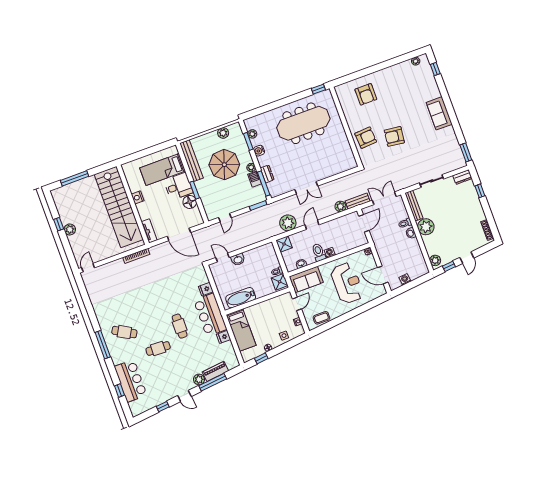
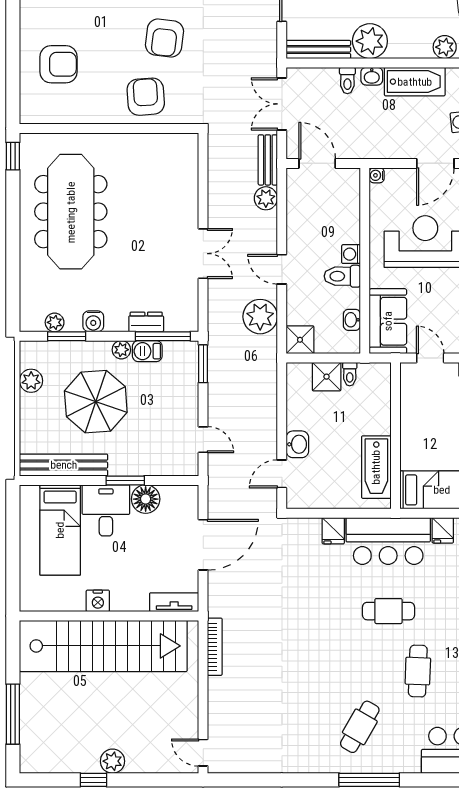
bathtub: (415, 253) -> (415, 82), added
shower: (280, 282) -> (327, 377), moved

